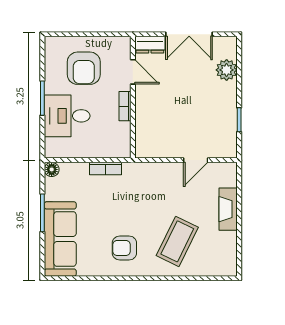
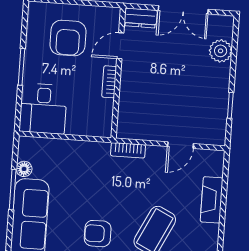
door: (133, 72) -> (120, 46), swing flipped
desk: (67, 116) -> (43, 109), moved, turned -90
floor lamp: (52, 169) -> (24, 169), moved
bookcase: (105, 169) -> (128, 150), moved

